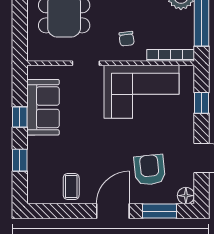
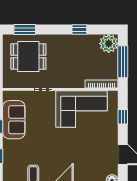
chair: (127, 39) -> (71, 73), removed
armchair: (150, 170) -> (87, 163), removed

